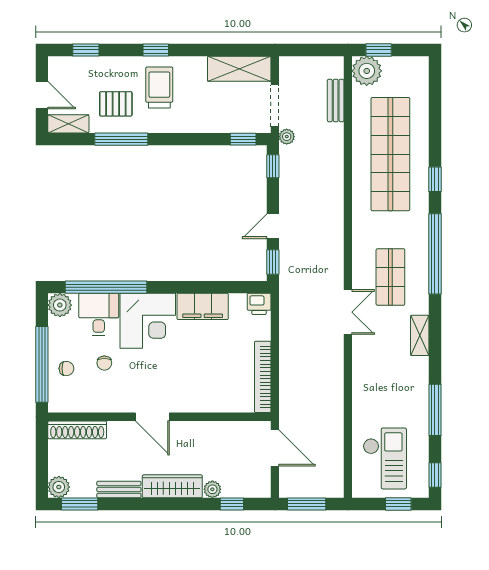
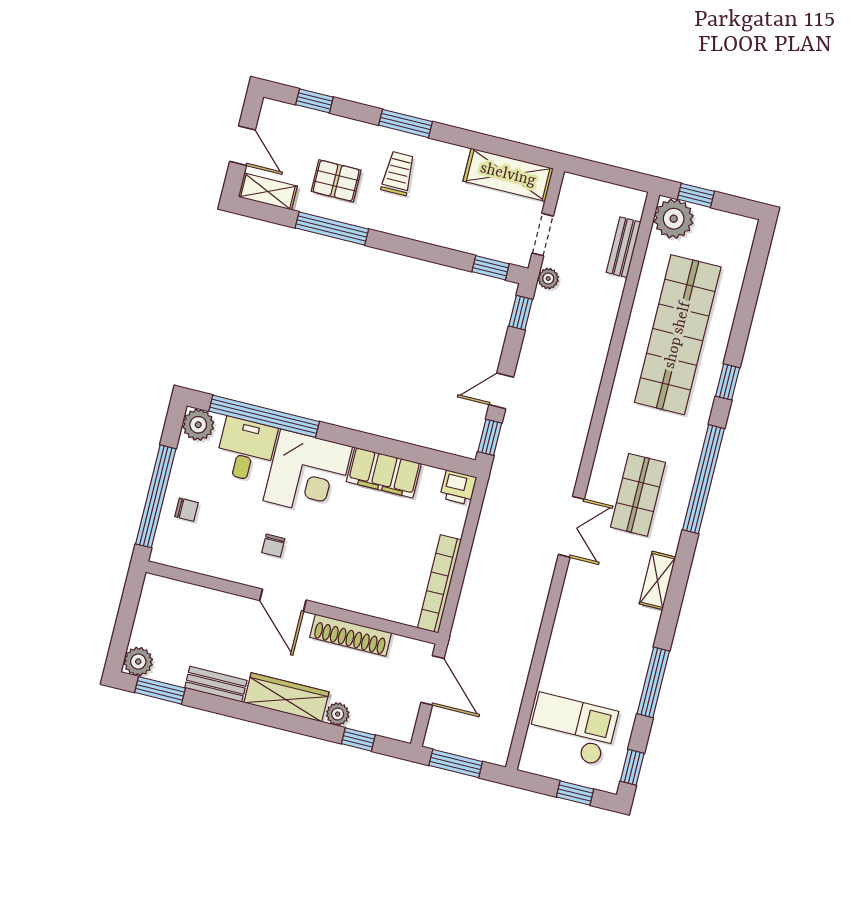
window: (156, 50) -> (405, 123), width x1.50
trolley: (159, 87) -> (398, 173), width x0.73, depth x0.72
doorway: (275, 106) -> (543, 235), width x0.73
chair: (104, 363) -> (273, 546), moved
shoe rack: (77, 430) -> (351, 635), moved
checkout: (385, 458) -> (572, 729), turned -90

